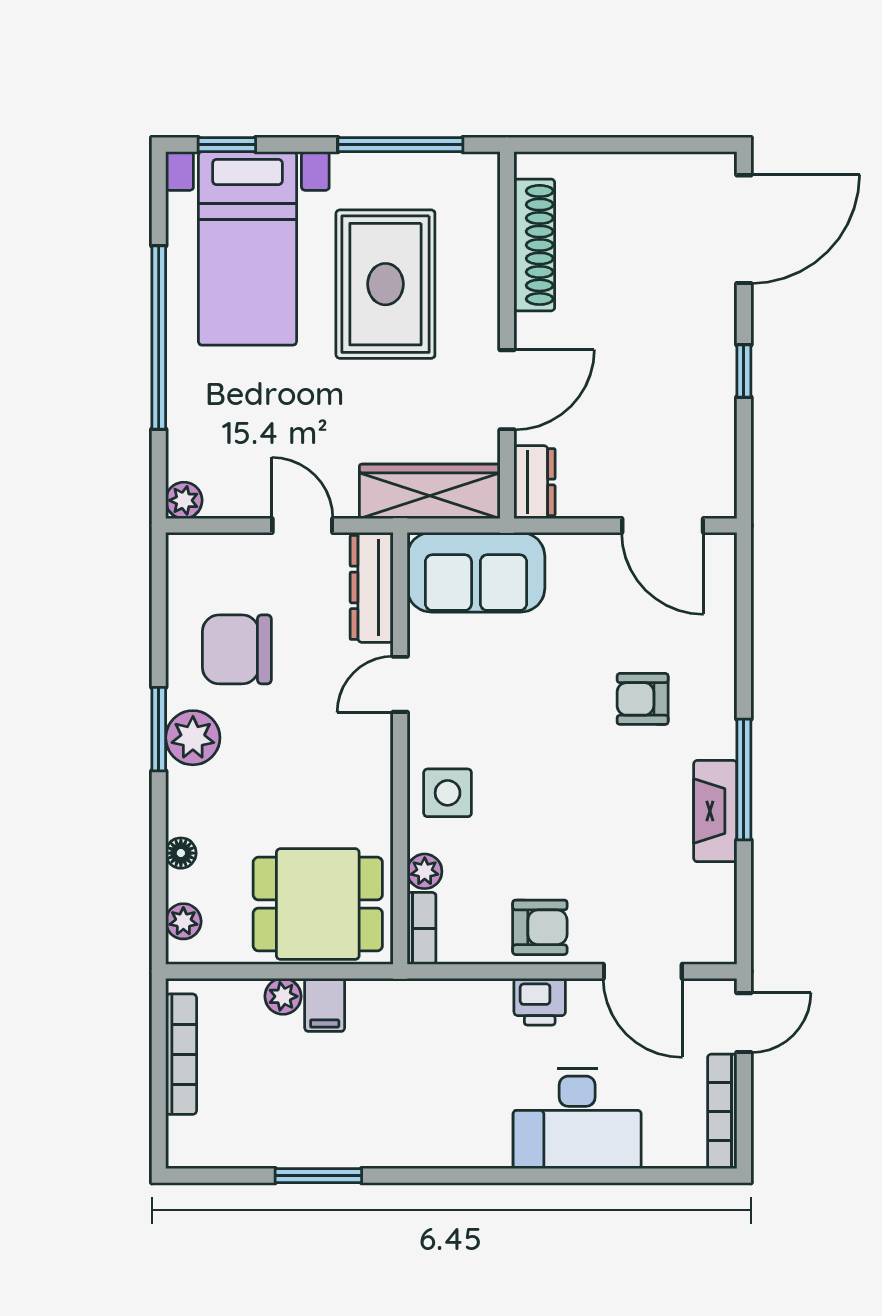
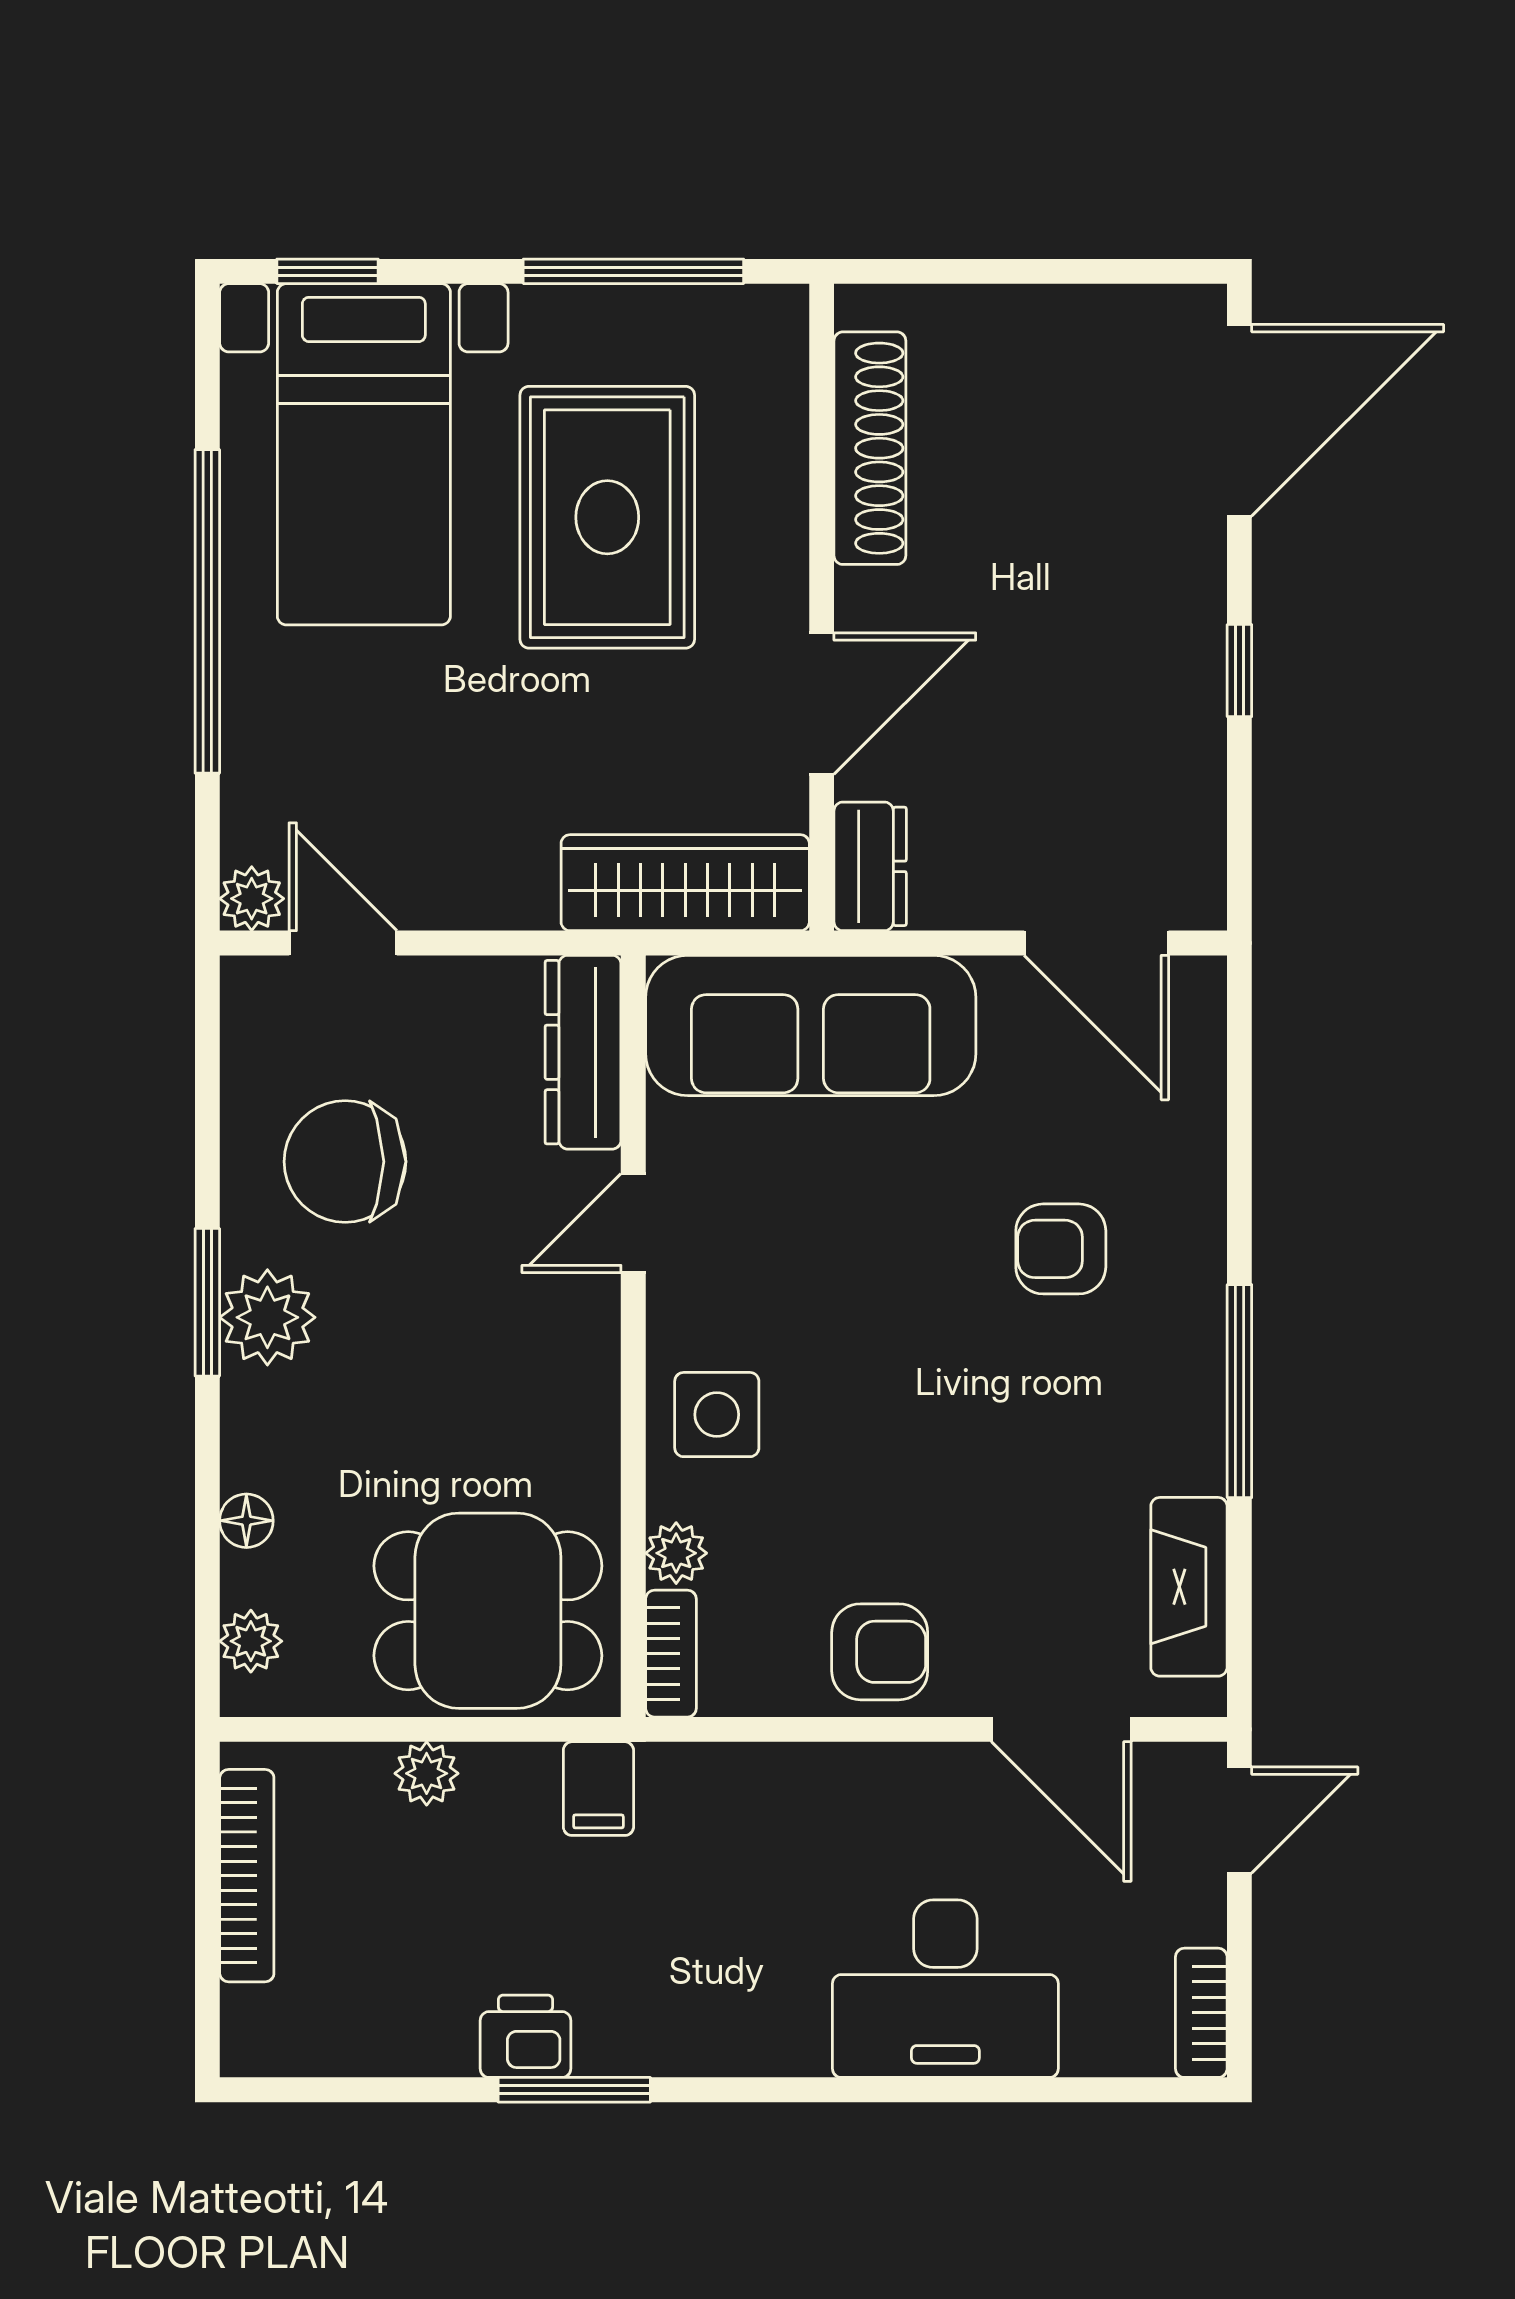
door: (302, 525) -> (343, 943), moved
sofa: (476, 572) -> (811, 1025), width x1.36
fireplace: (715, 811) -> (1189, 1587), moved
printer: (540, 1002) -> (525, 2036), moved, turned 180
filing cabinet: (325, 1005) -> (598, 1789), moved
bookcase: (722, 1111) -> (1201, 2013), width x0.64
window: (318, 1176) -> (574, 2090), moved

